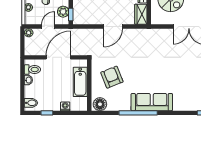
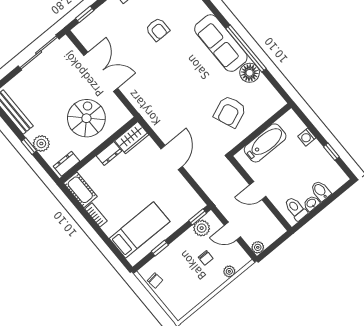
door: (113, 27) -> (172, 158), hinge flipped
door: (58, 57) -> (258, 191), width x0.53
armchair: (186, 75) -> (158, 29), added
bidet: (31, 103) -> (321, 191), moved
floor lamp: (100, 104) -> (250, 73), moved

